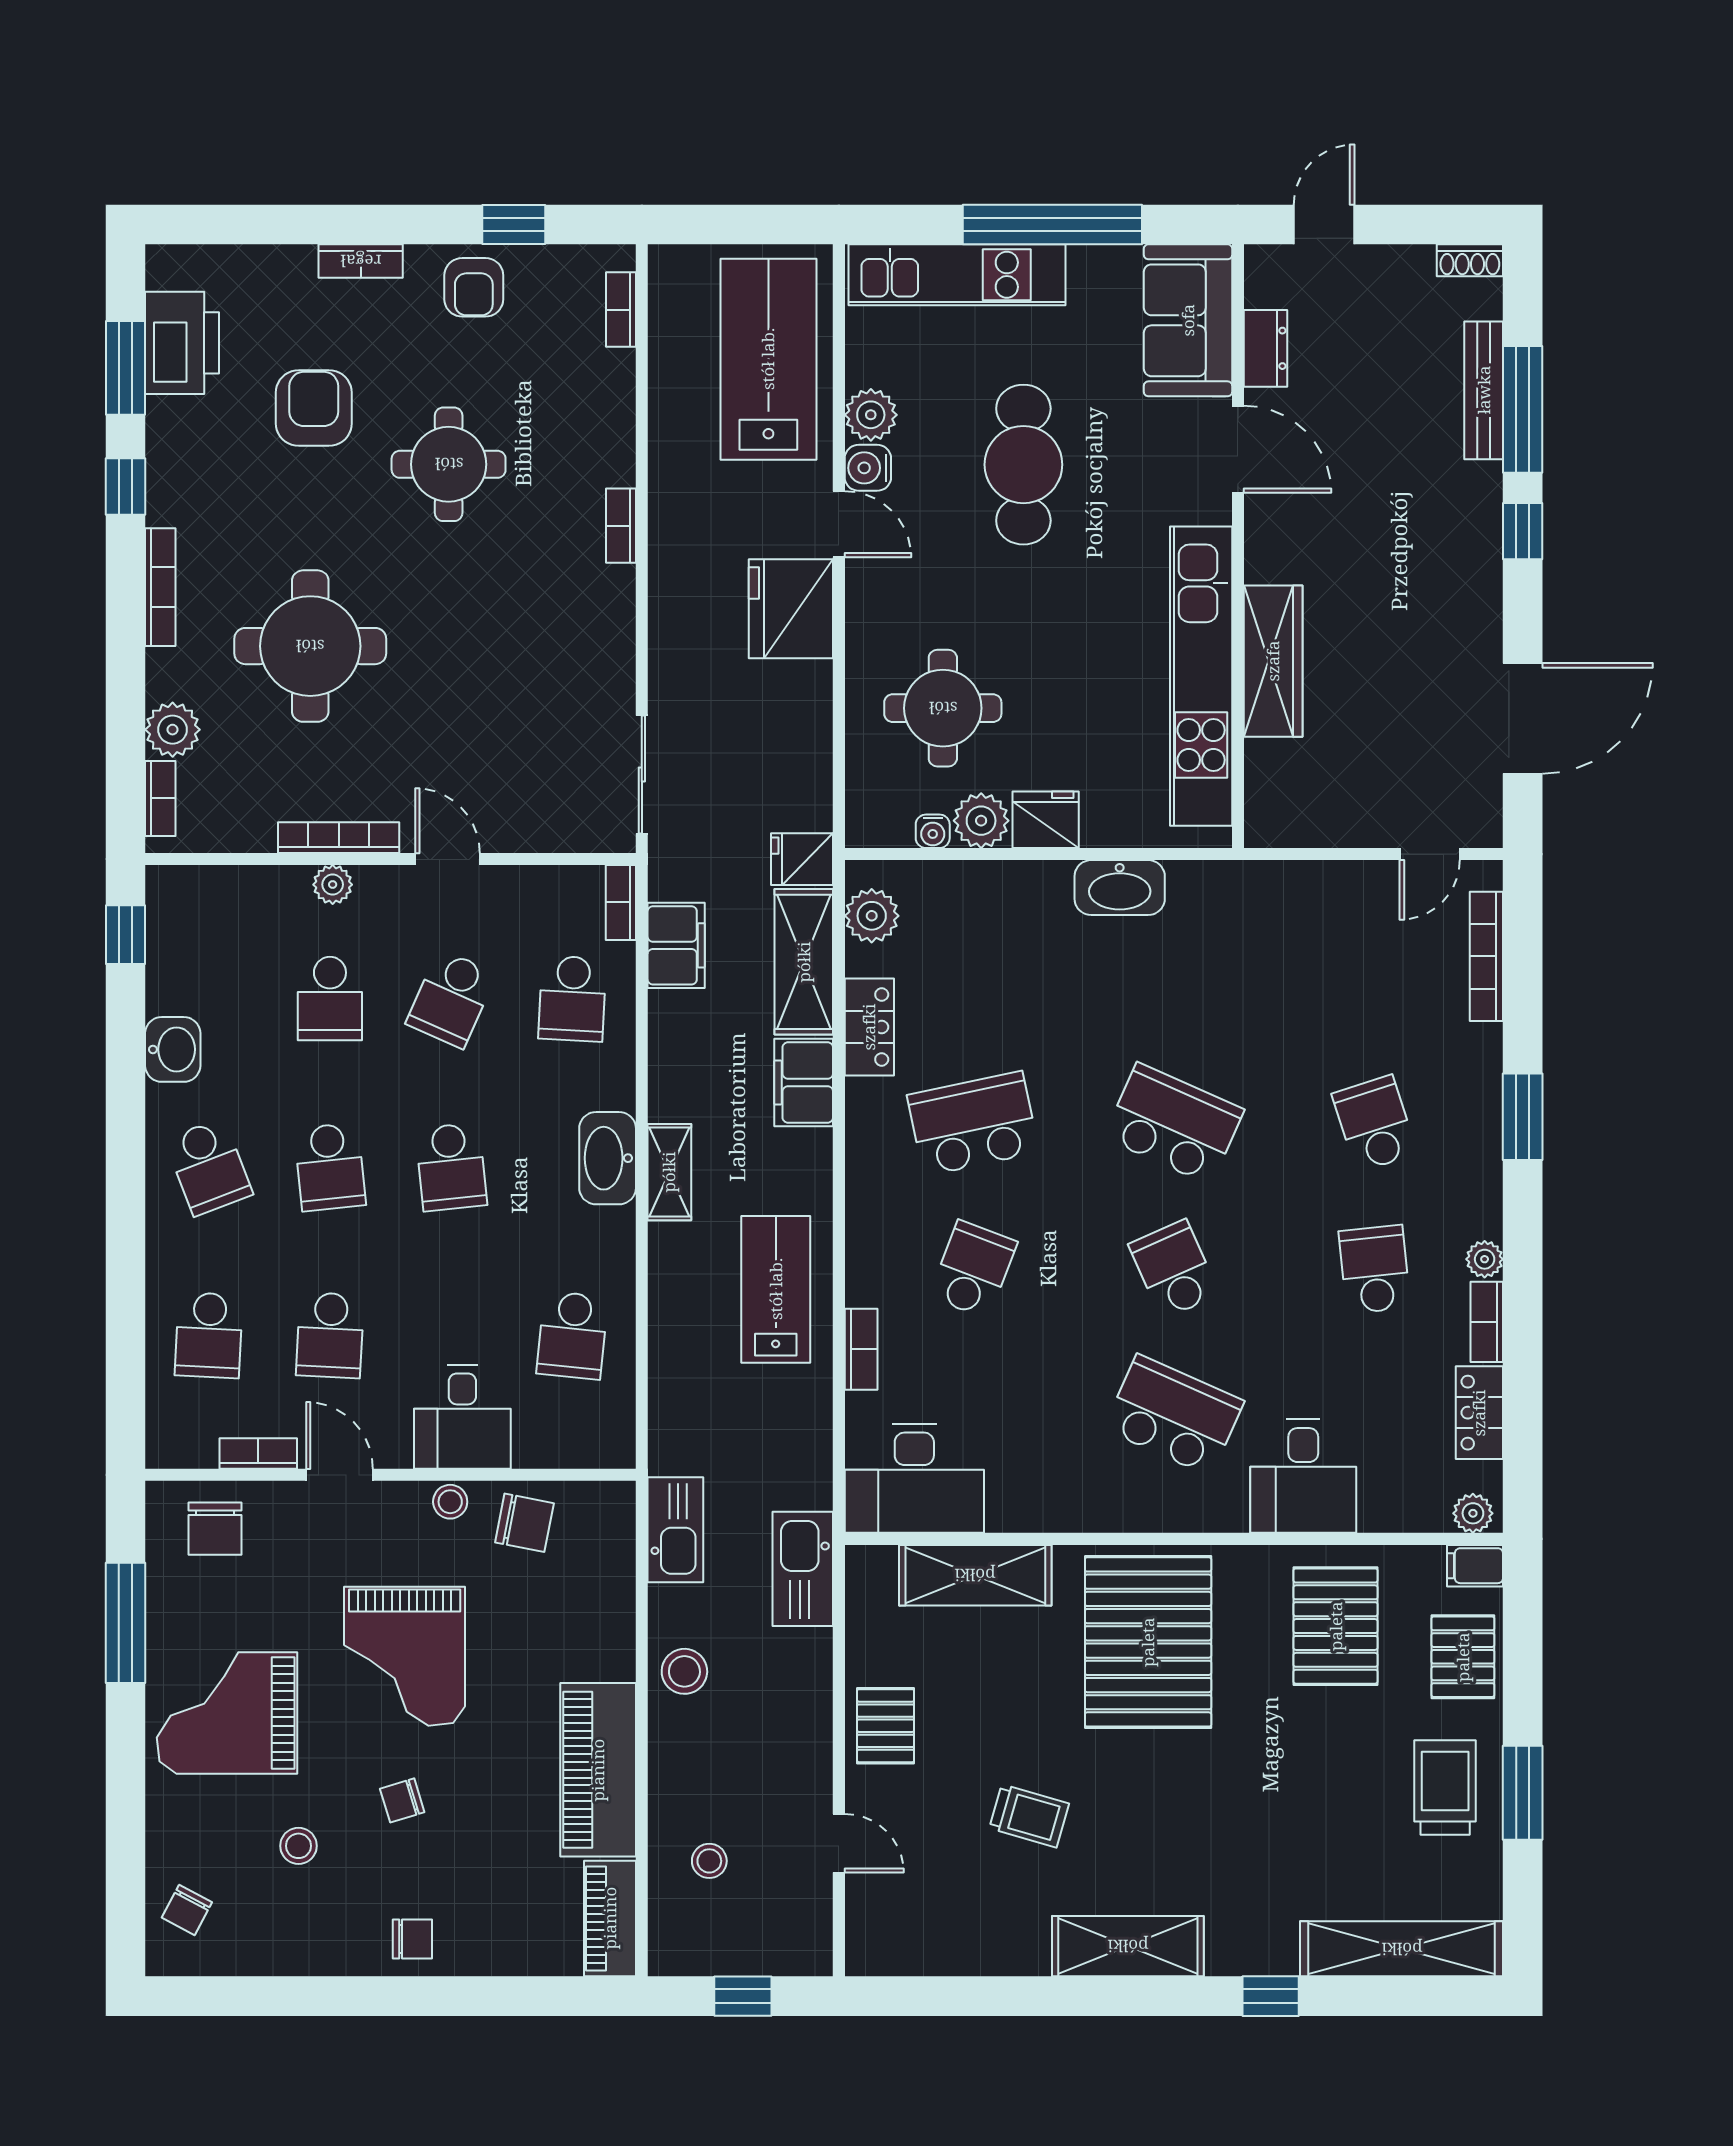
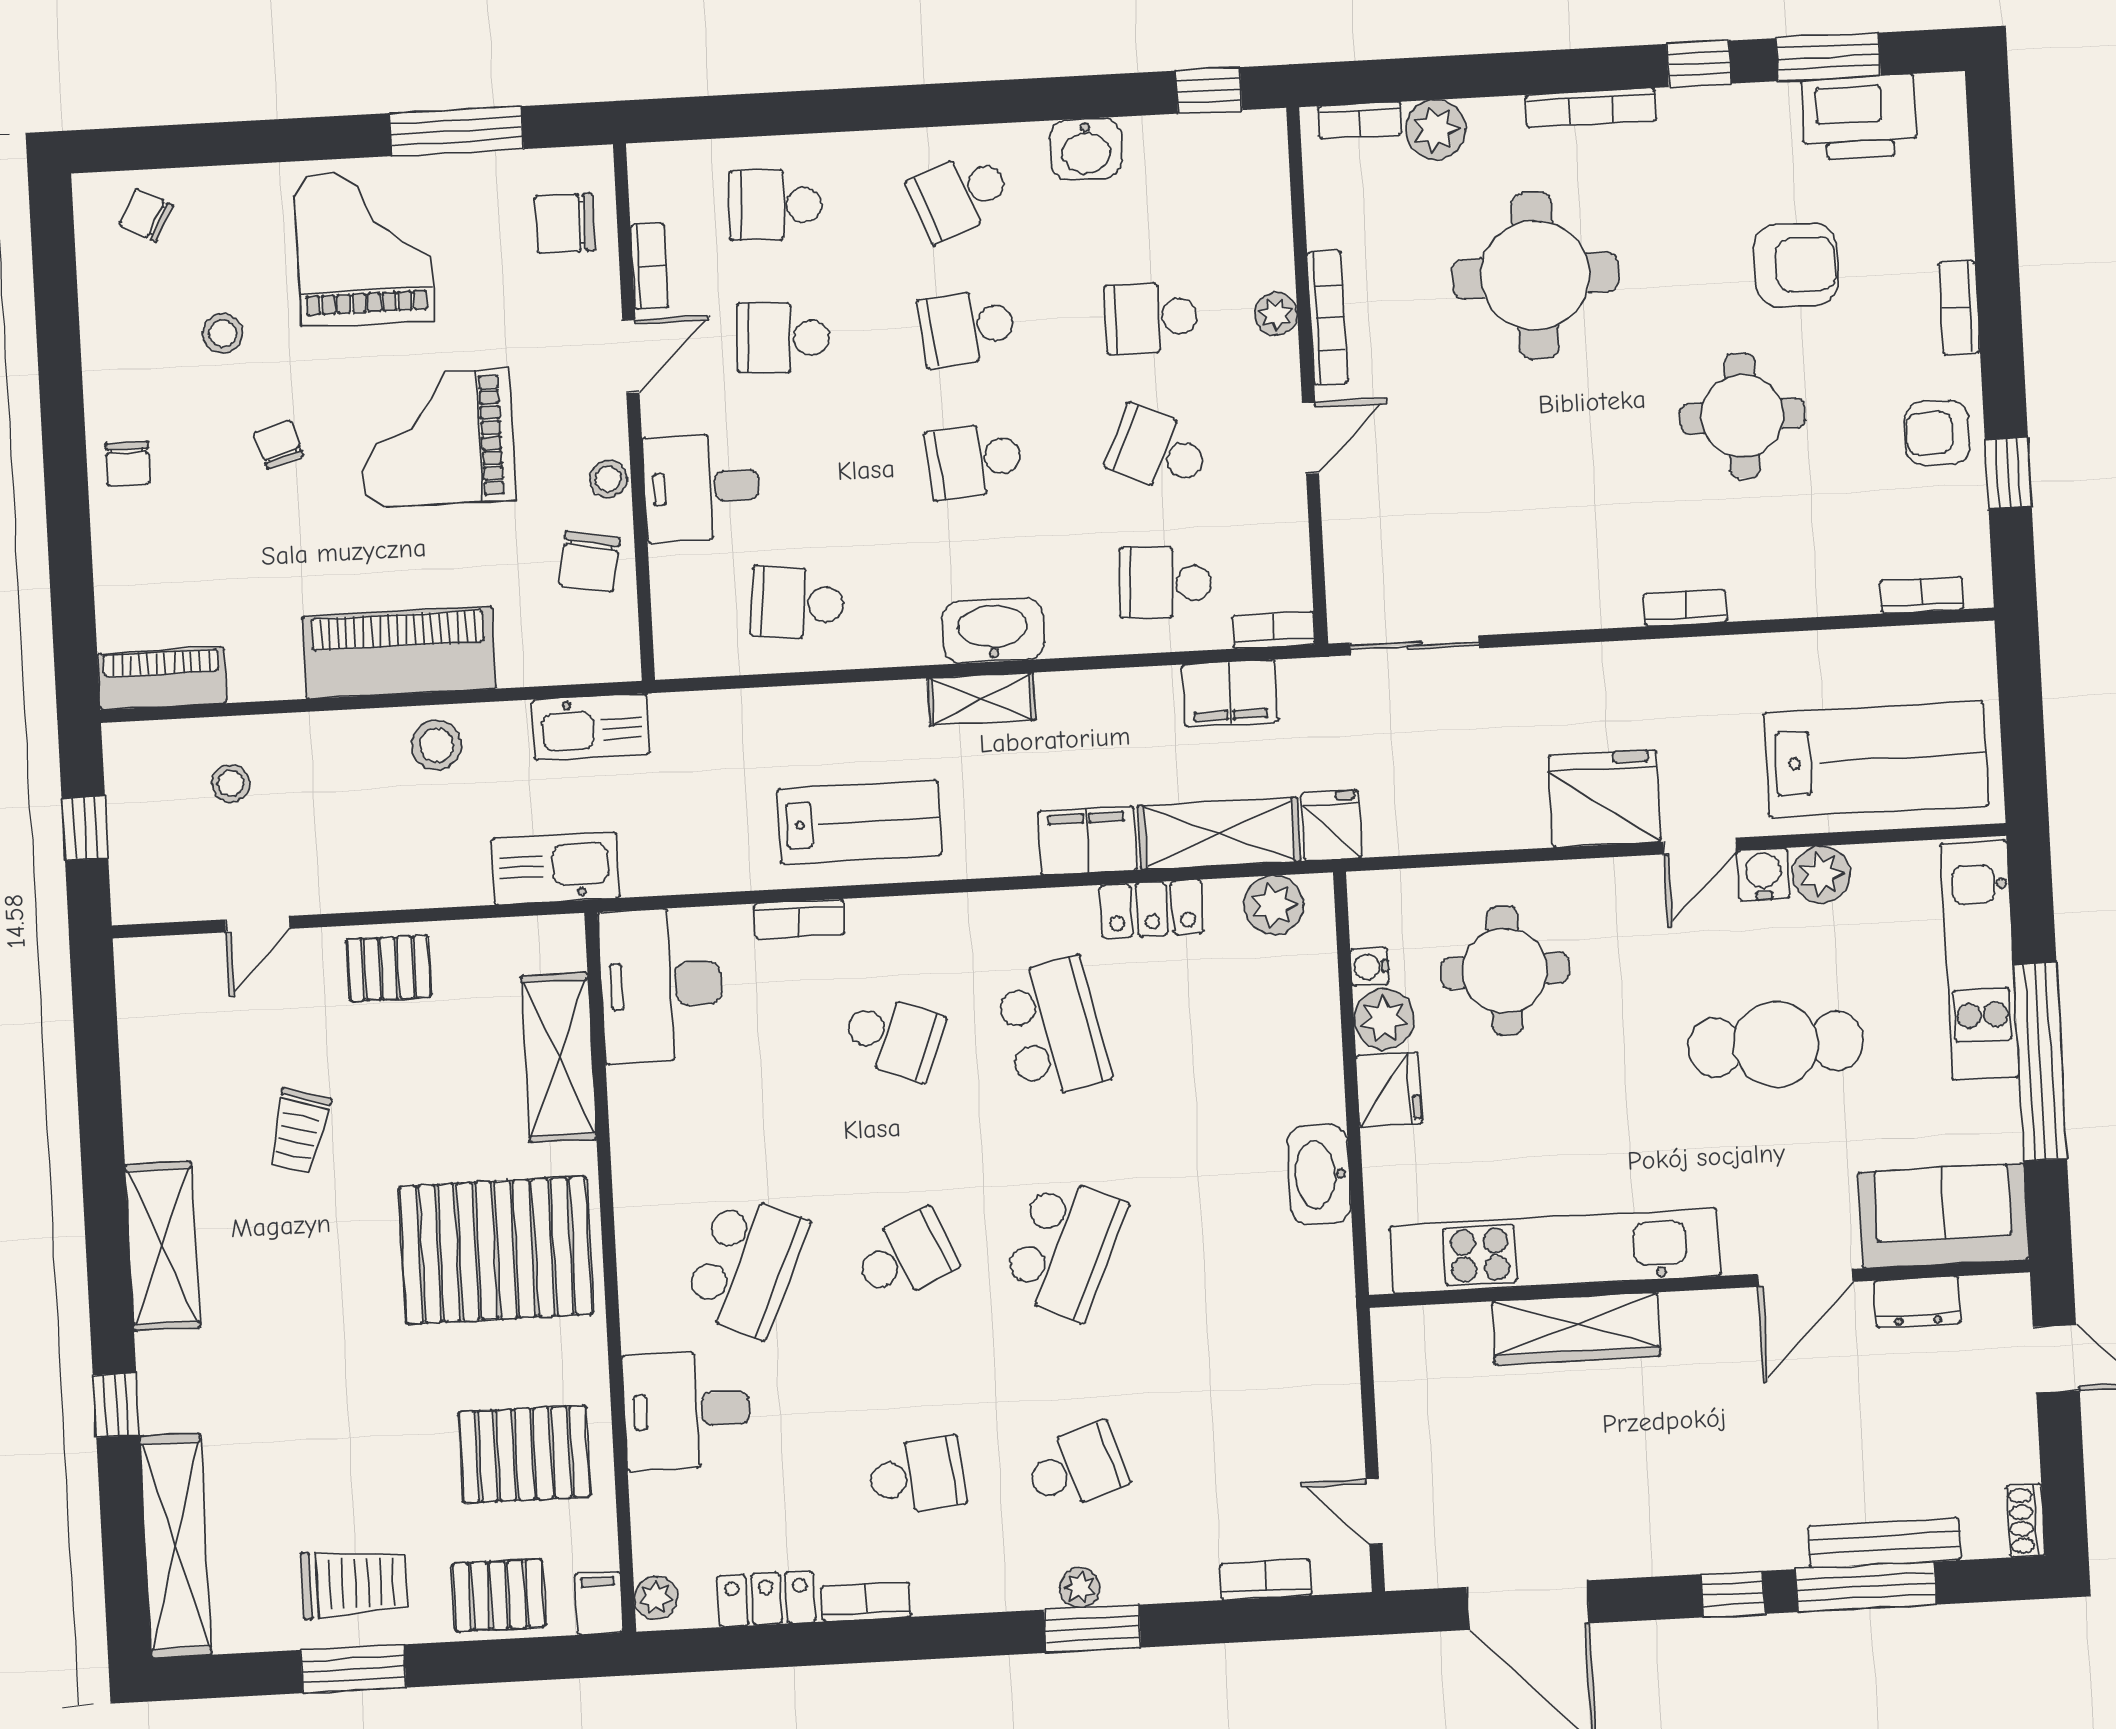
bookcase: (1486, 956) -> (1266, 1580), width x0.64
plant: (1485, 1259) -> (1080, 1588), moved
piano: (598, 1770) -> (399, 653), moved

